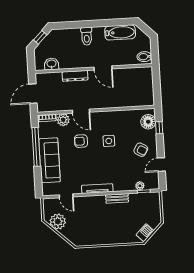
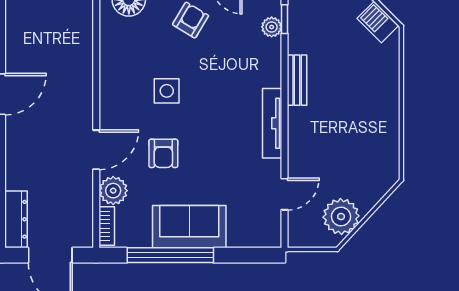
dresser: (75, 76) -> (16, 219), moved
sofa: (50, 160) -> (189, 227), width x0.73

